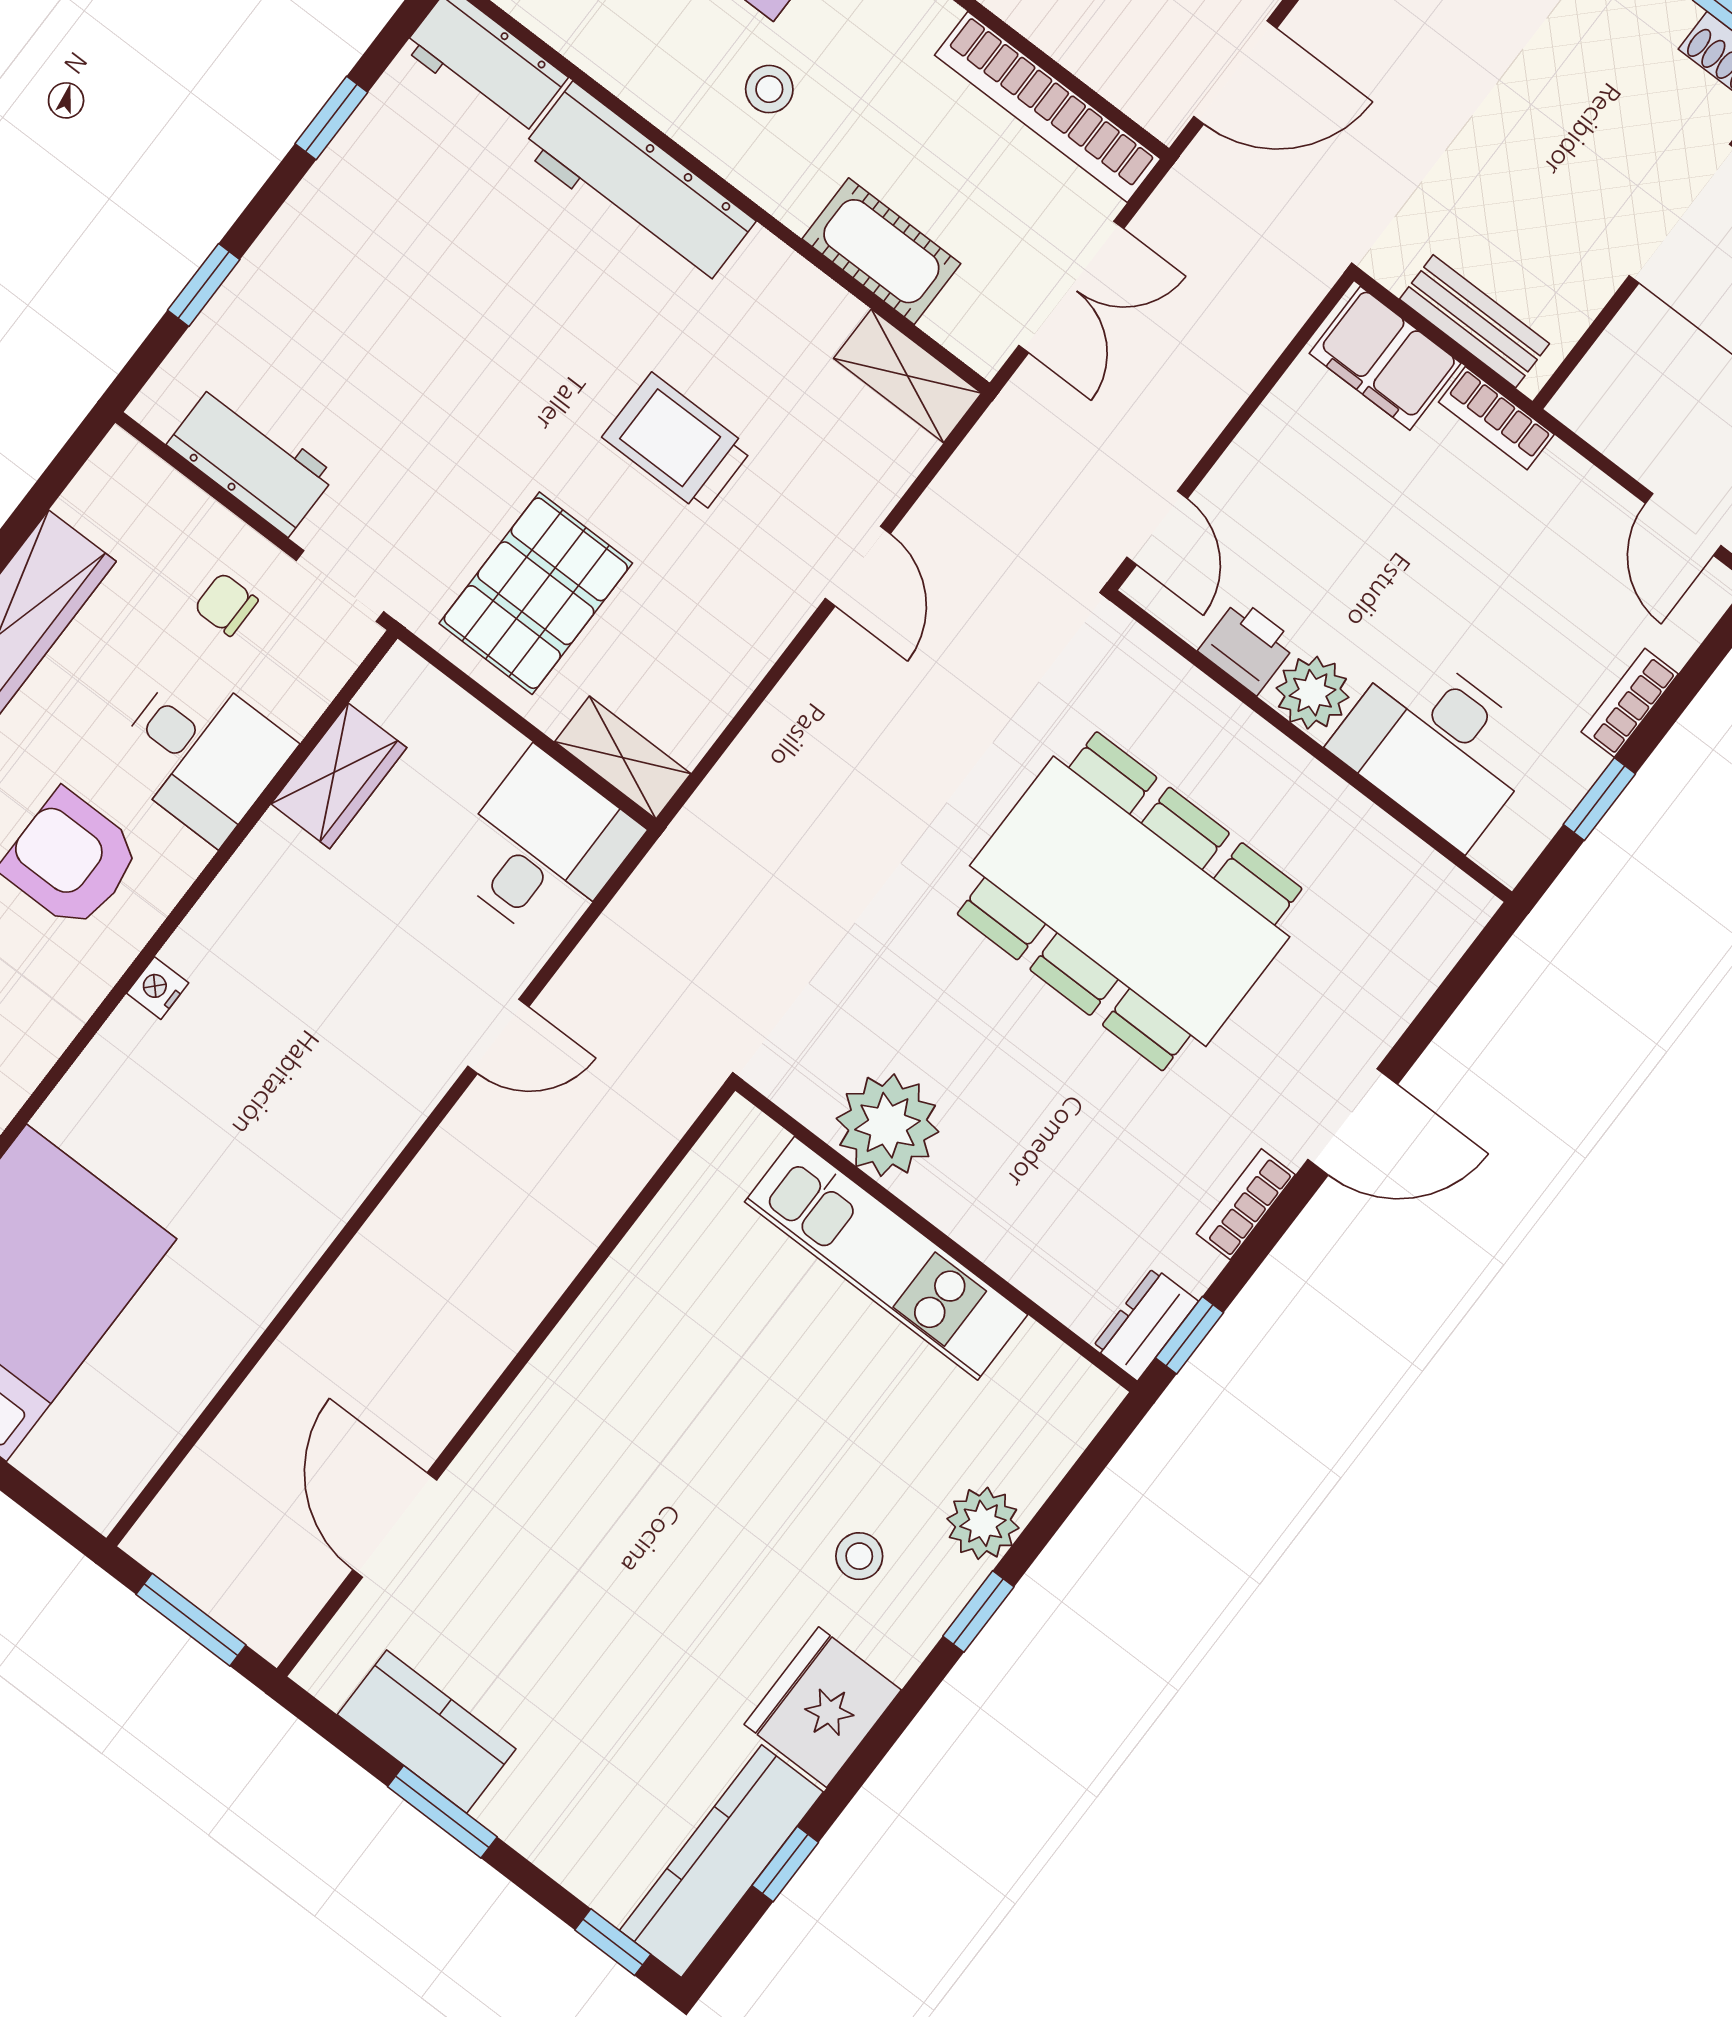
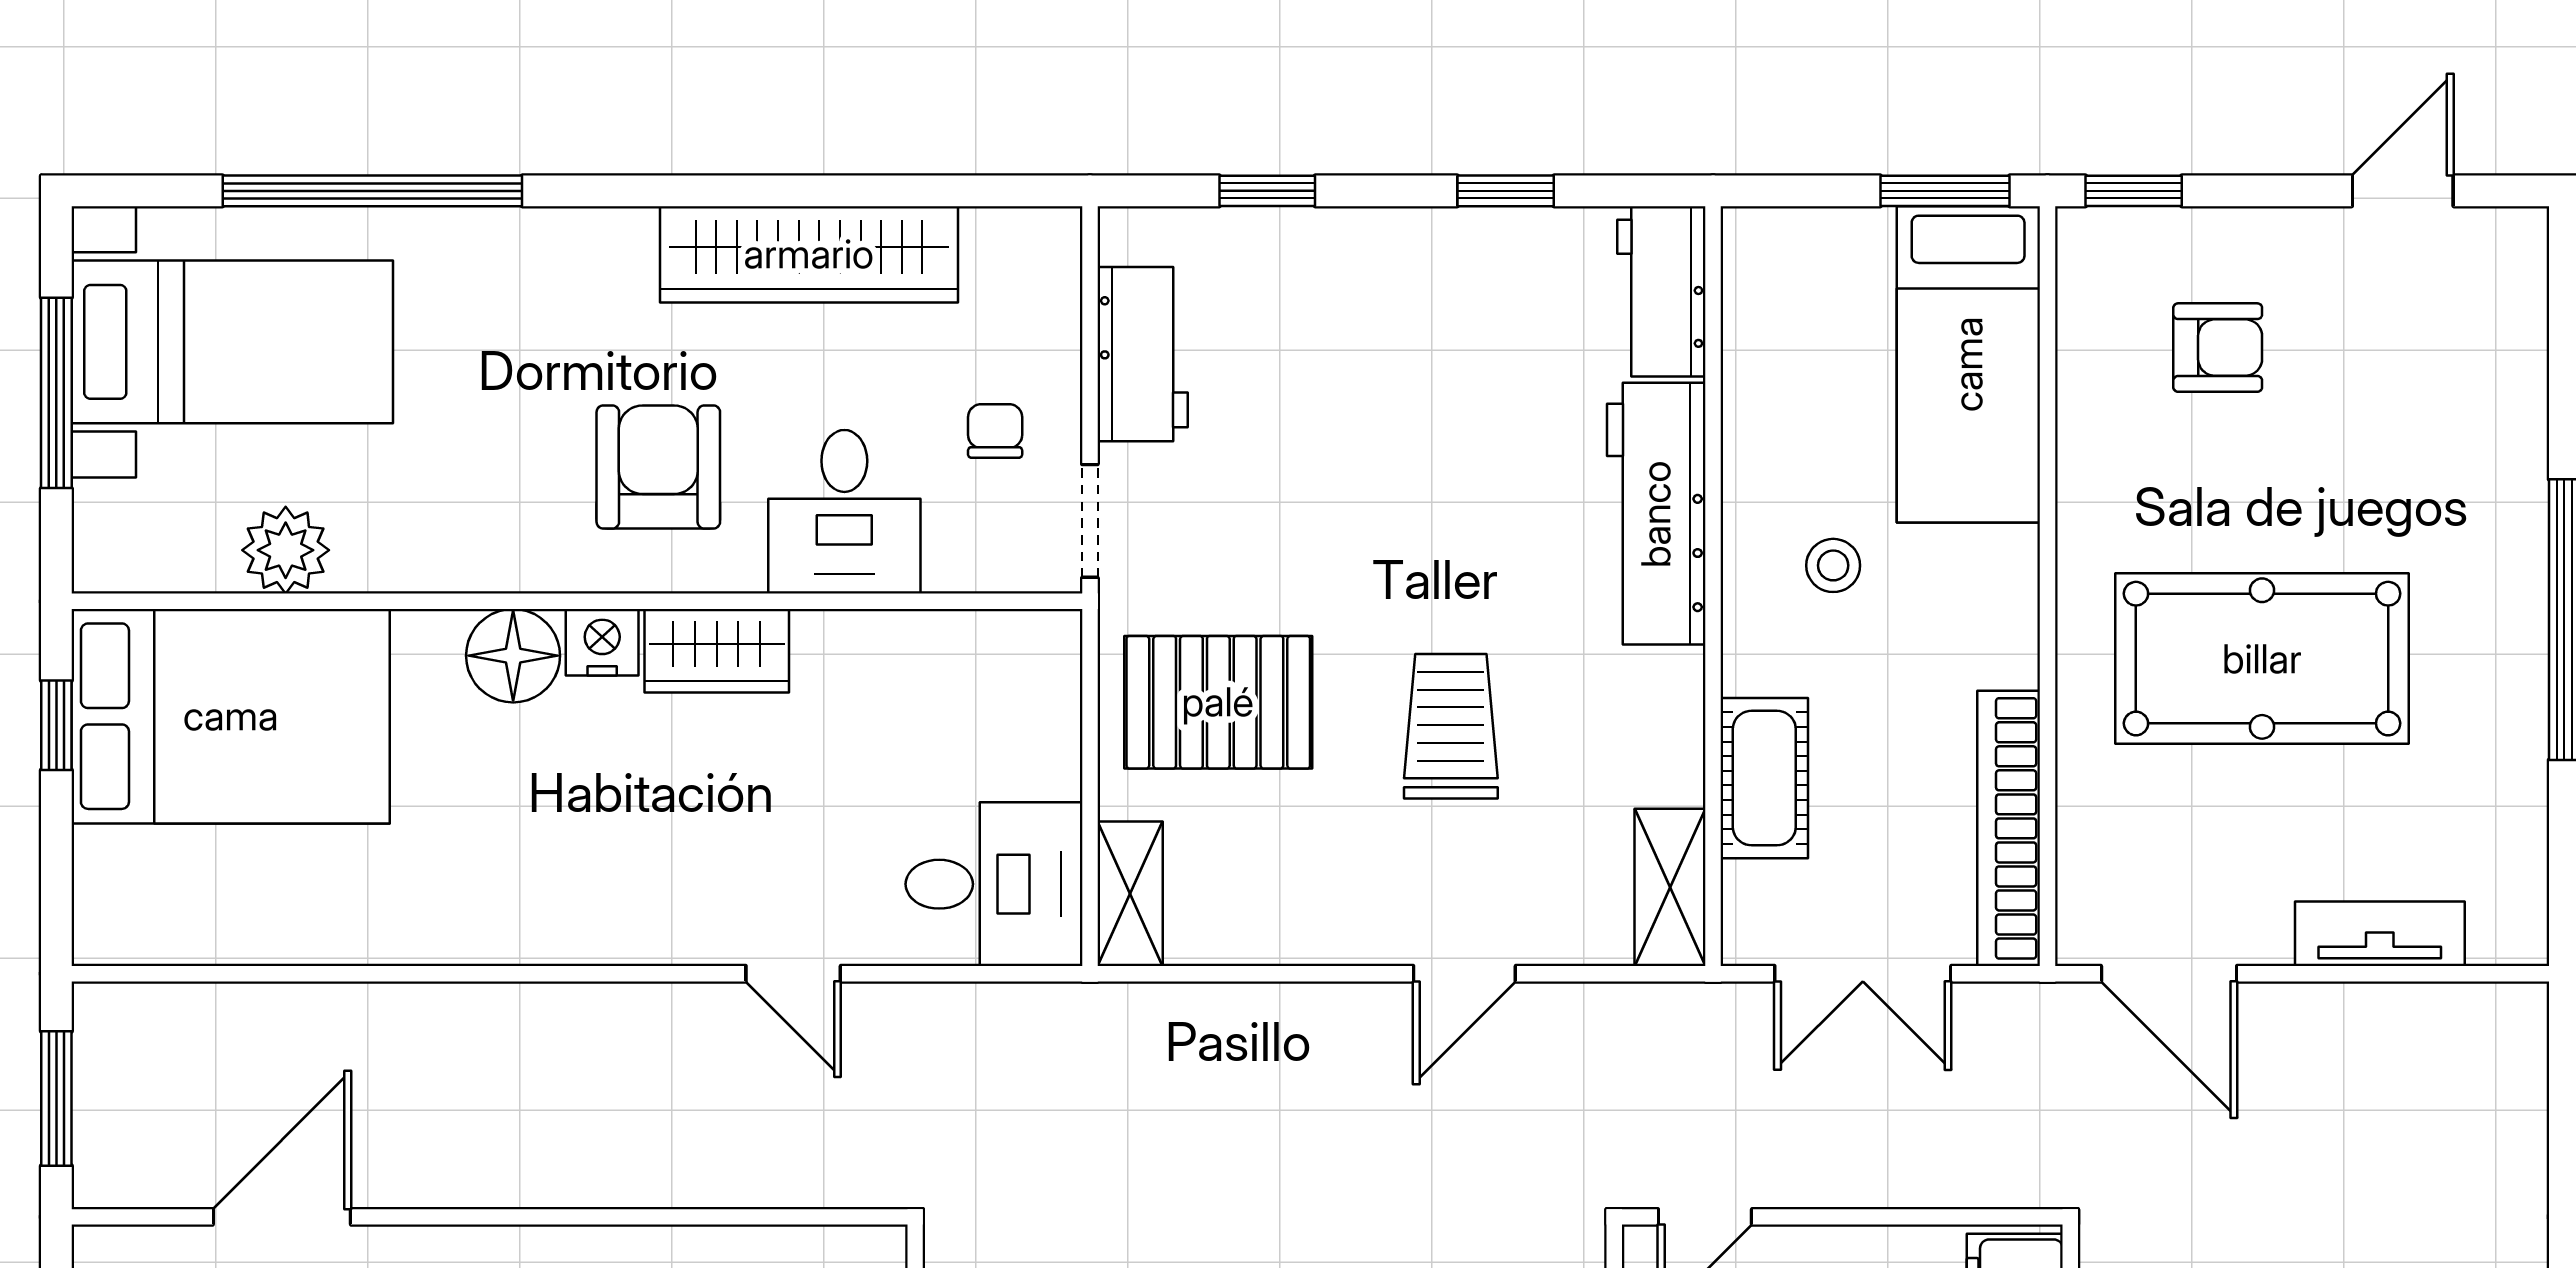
wardrobe: (339, 776) -> (717, 651), moved
nightstand: (158, 988) -> (602, 642), width x1.39, depth x1.35
floor lamp: (125, 1062) -> (513, 656), added

